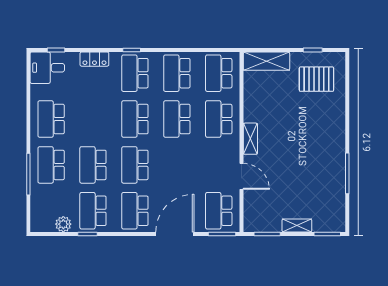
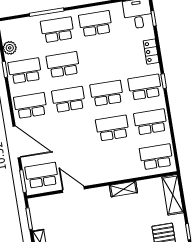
school desk: (219, 119) -> (118, 163), removed
shelving: (250, 139) -> (123, 189), moved
door: (241, 176) -> (73, 190), swing flipped

